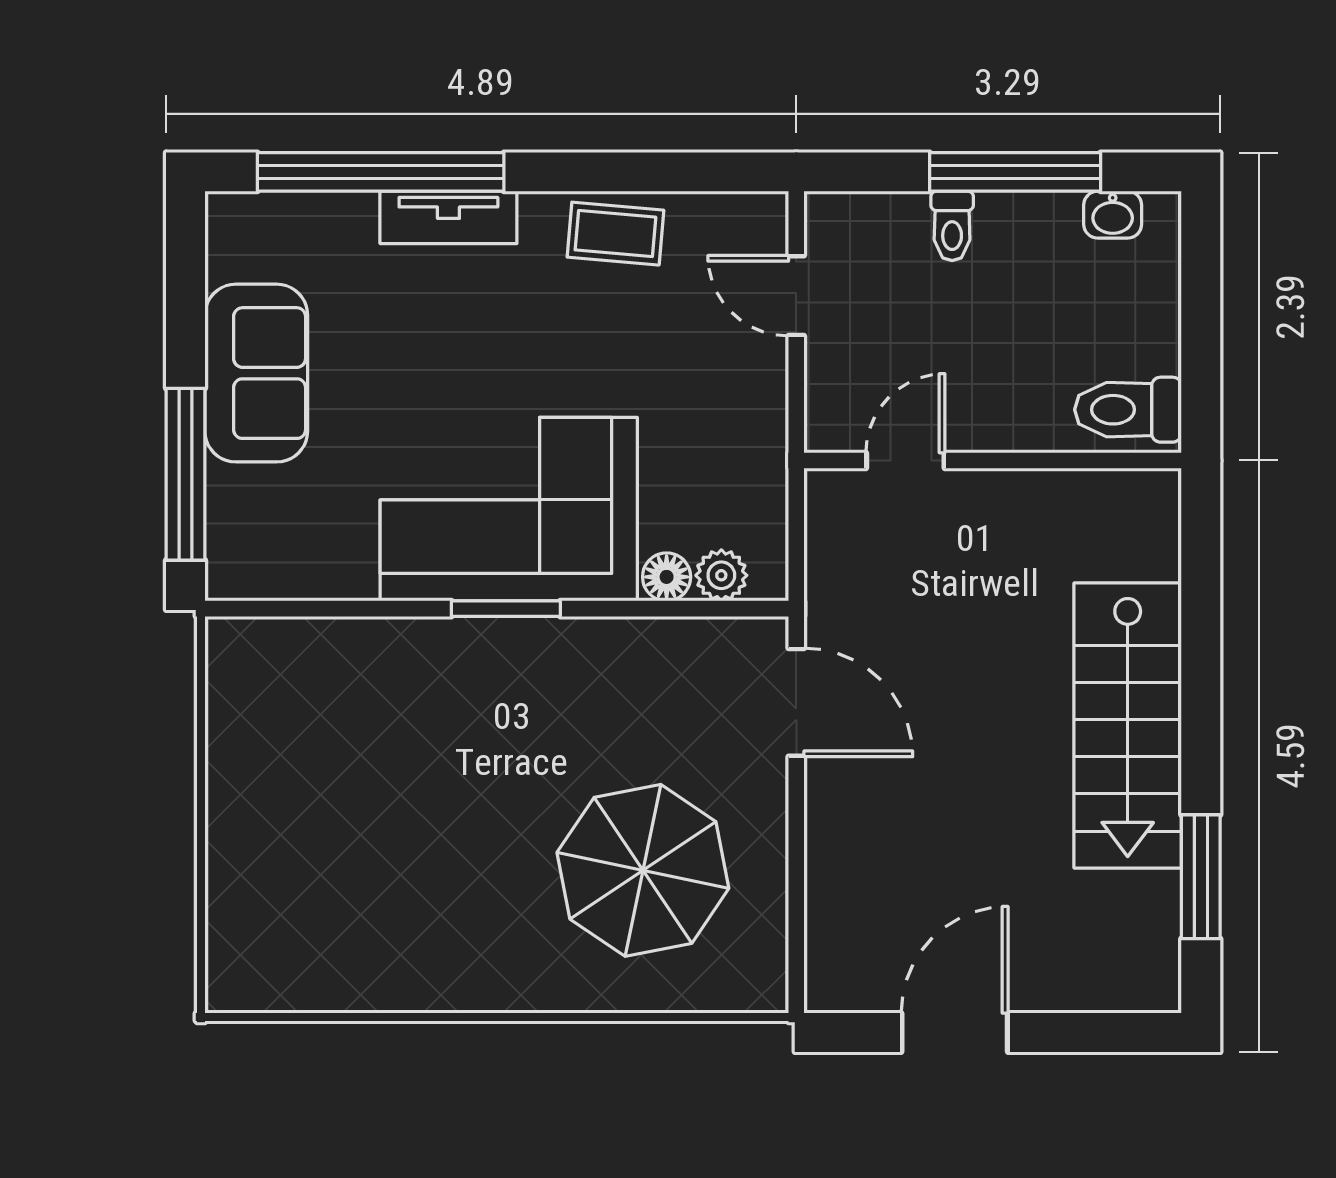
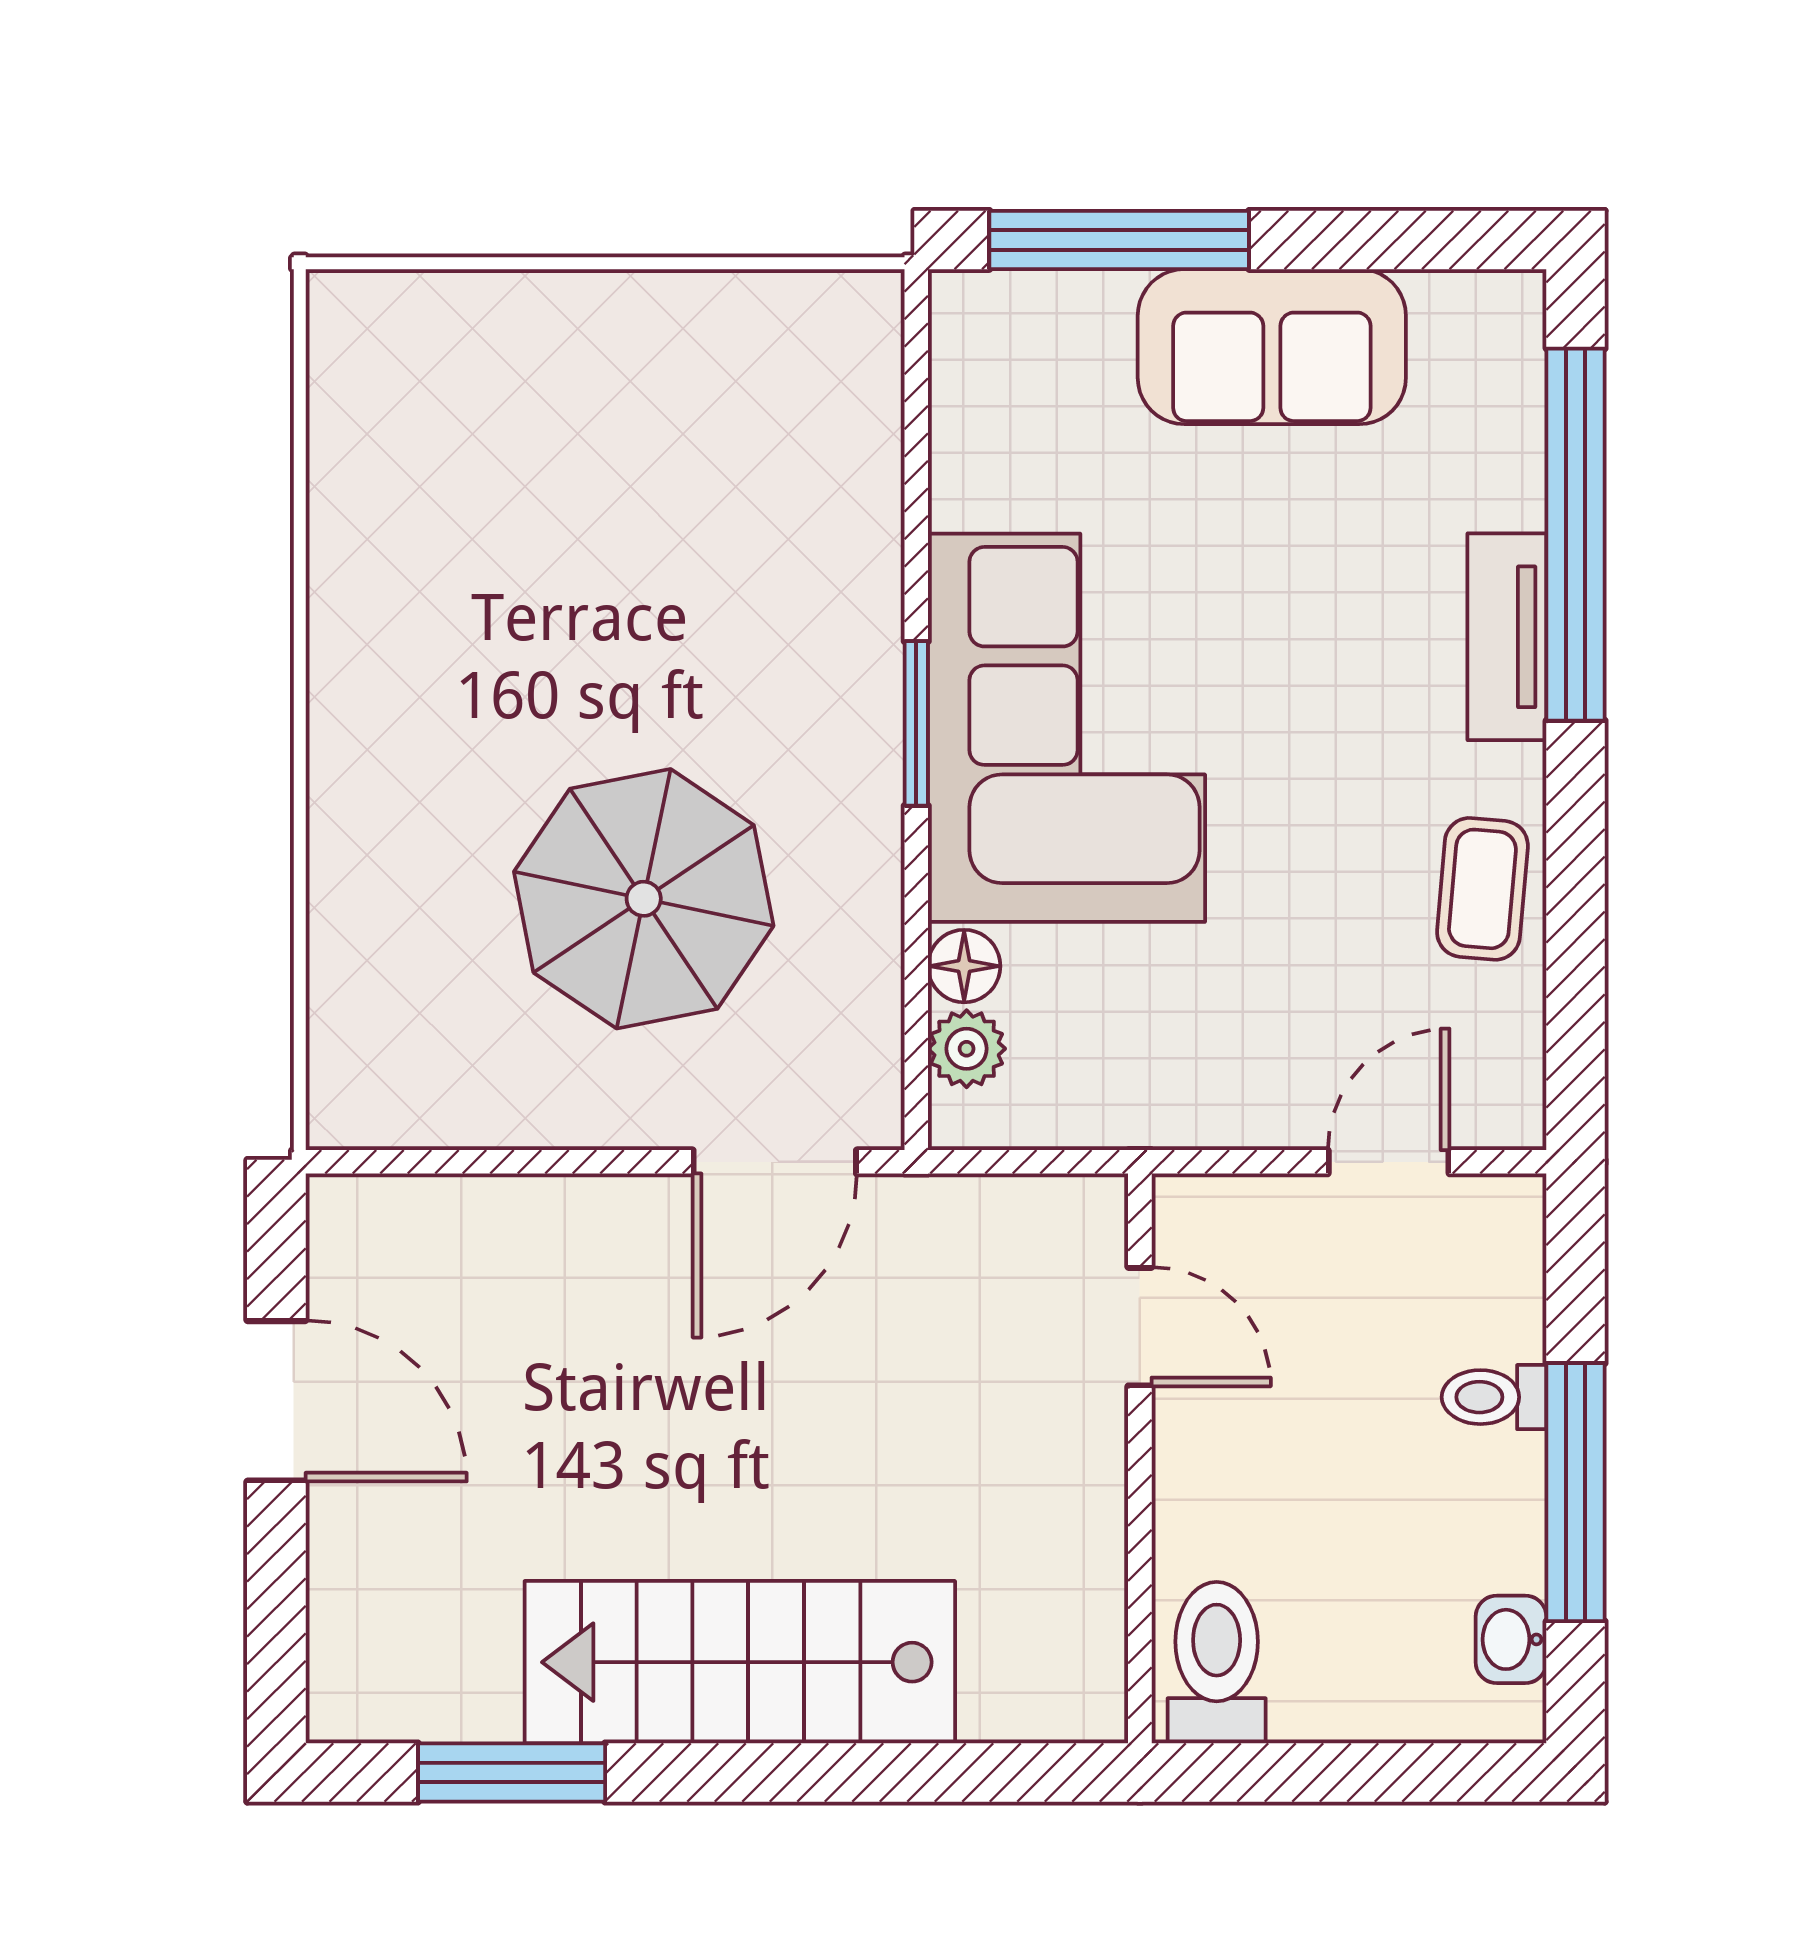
parasol: (643, 870) -> (644, 899), moved

